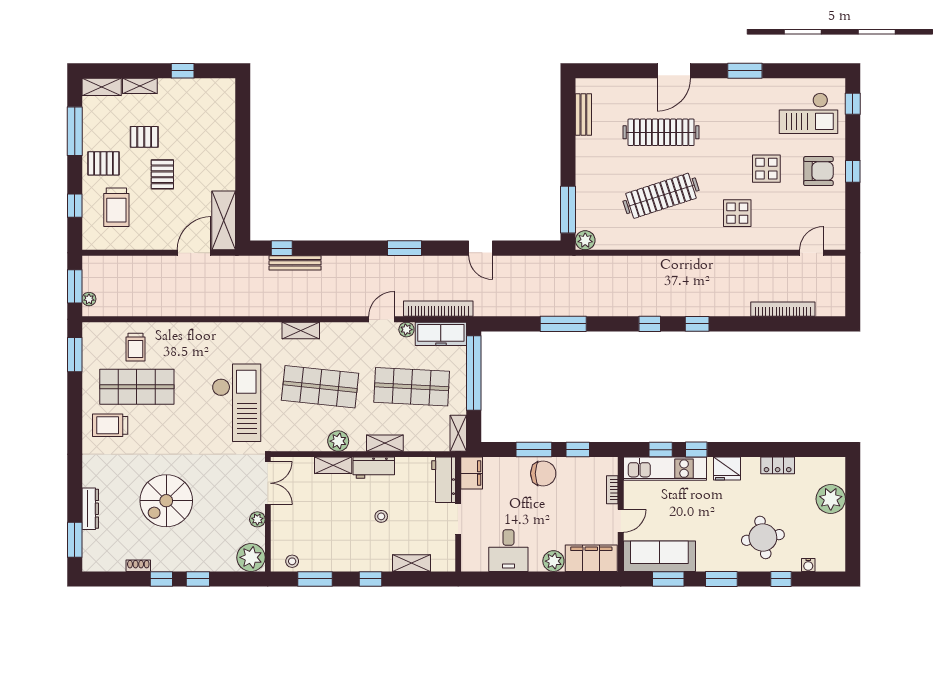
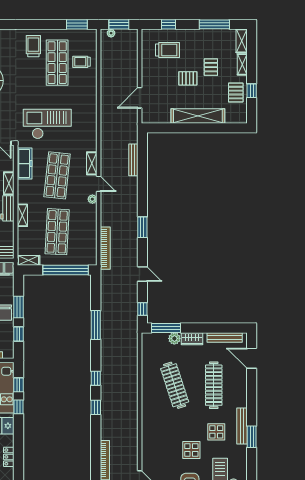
door: (674, 71) -> (252, 358), moved
bench: (727, 86) -> (242, 426), added
bench: (583, 115) -> (225, 337), width x1.36
pallet: (104, 163) -> (236, 93), moved
wardrobe: (586, 168) -> (192, 339), added
trolley: (116, 207) -> (167, 50), turned 180
display table: (737, 213) -> (216, 432), moved
shelving: (224, 220) -> (198, 116), moved, width x1.47
plant: (585, 240) -> (174, 338), moved
window: (282, 248) -> (142, 309), moved
door: (481, 248) -> (142, 274), swing flipped
door: (194, 253) -> (140, 98), swing flipped
door: (381, 319) -> (99, 184), moved
plant: (406, 330) -> (92, 199), moved
freezer: (441, 334) -> (25, 164), moved, turned 180
checkout: (237, 403) -> (47, 124), turned 180
plant: (338, 441) -> (24, 187), removed

